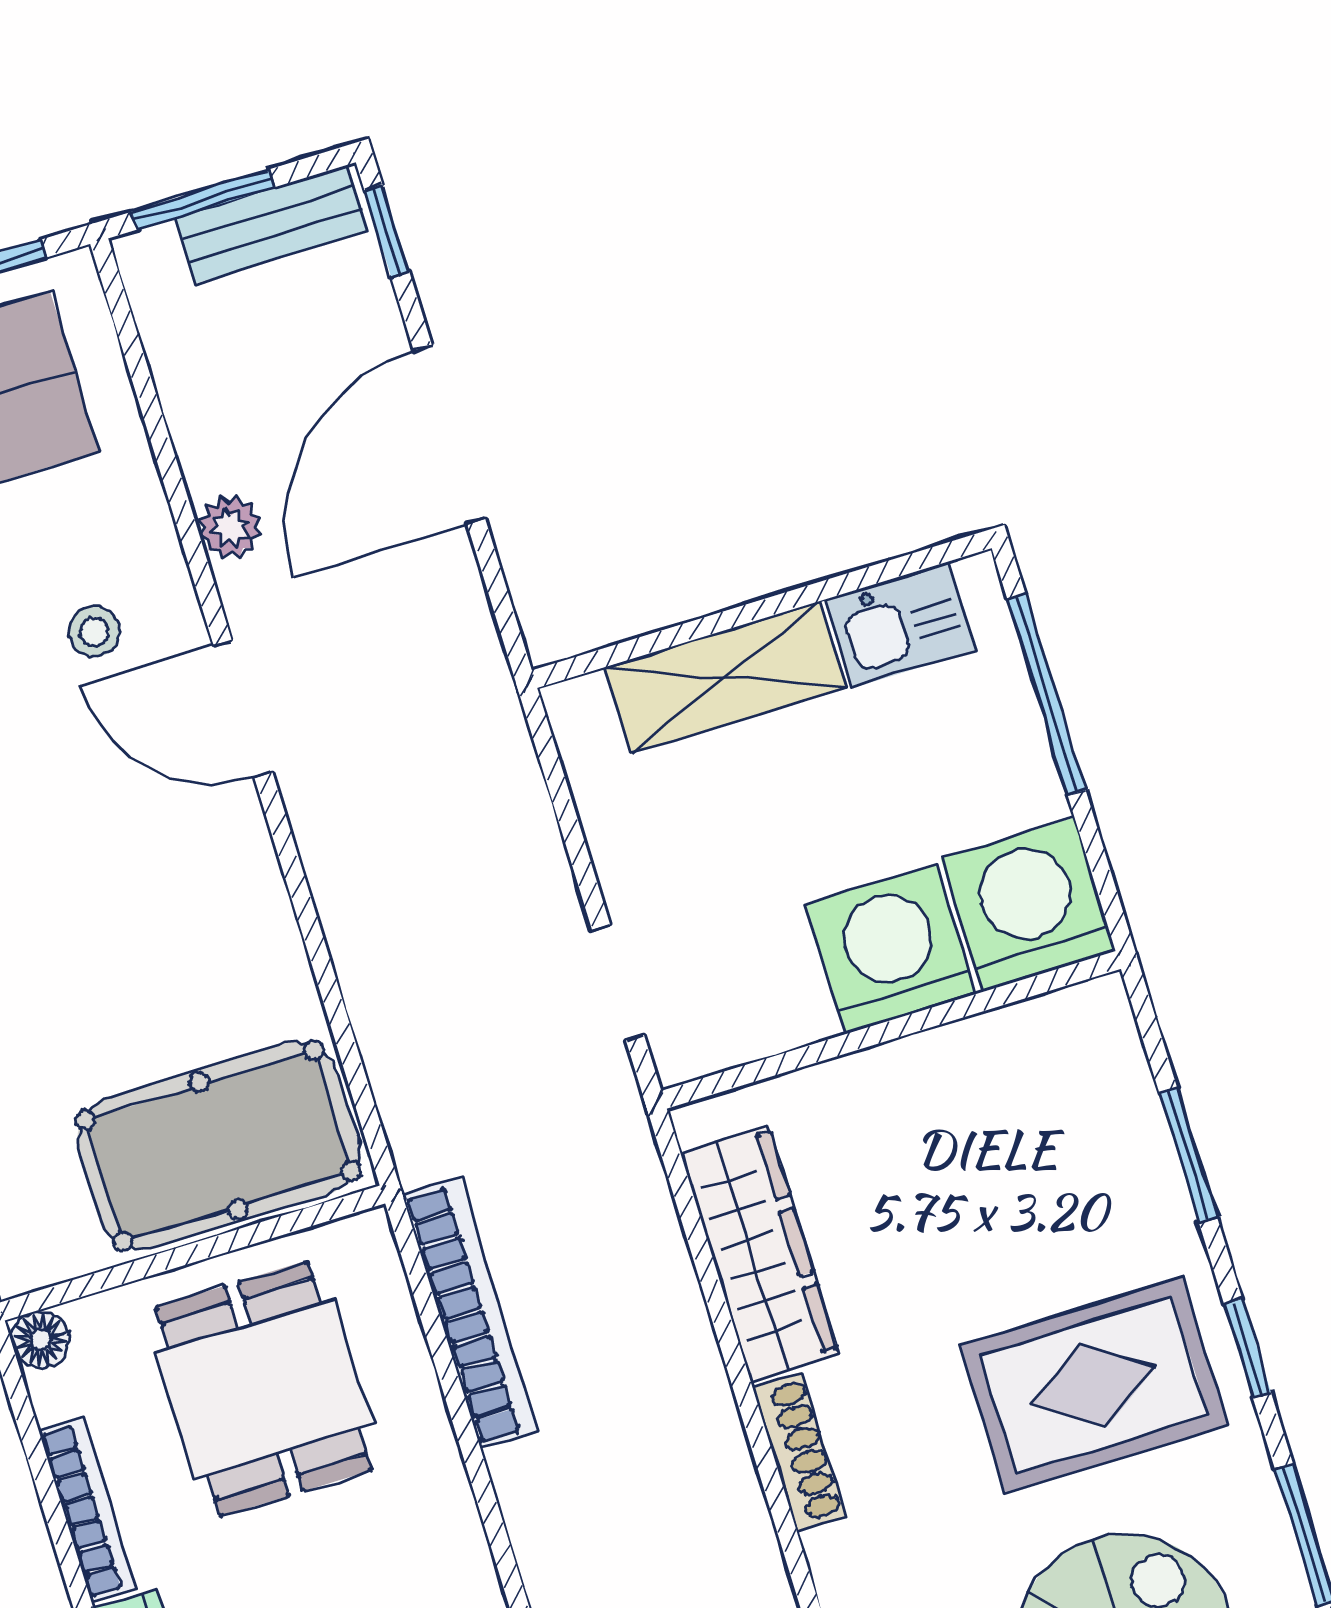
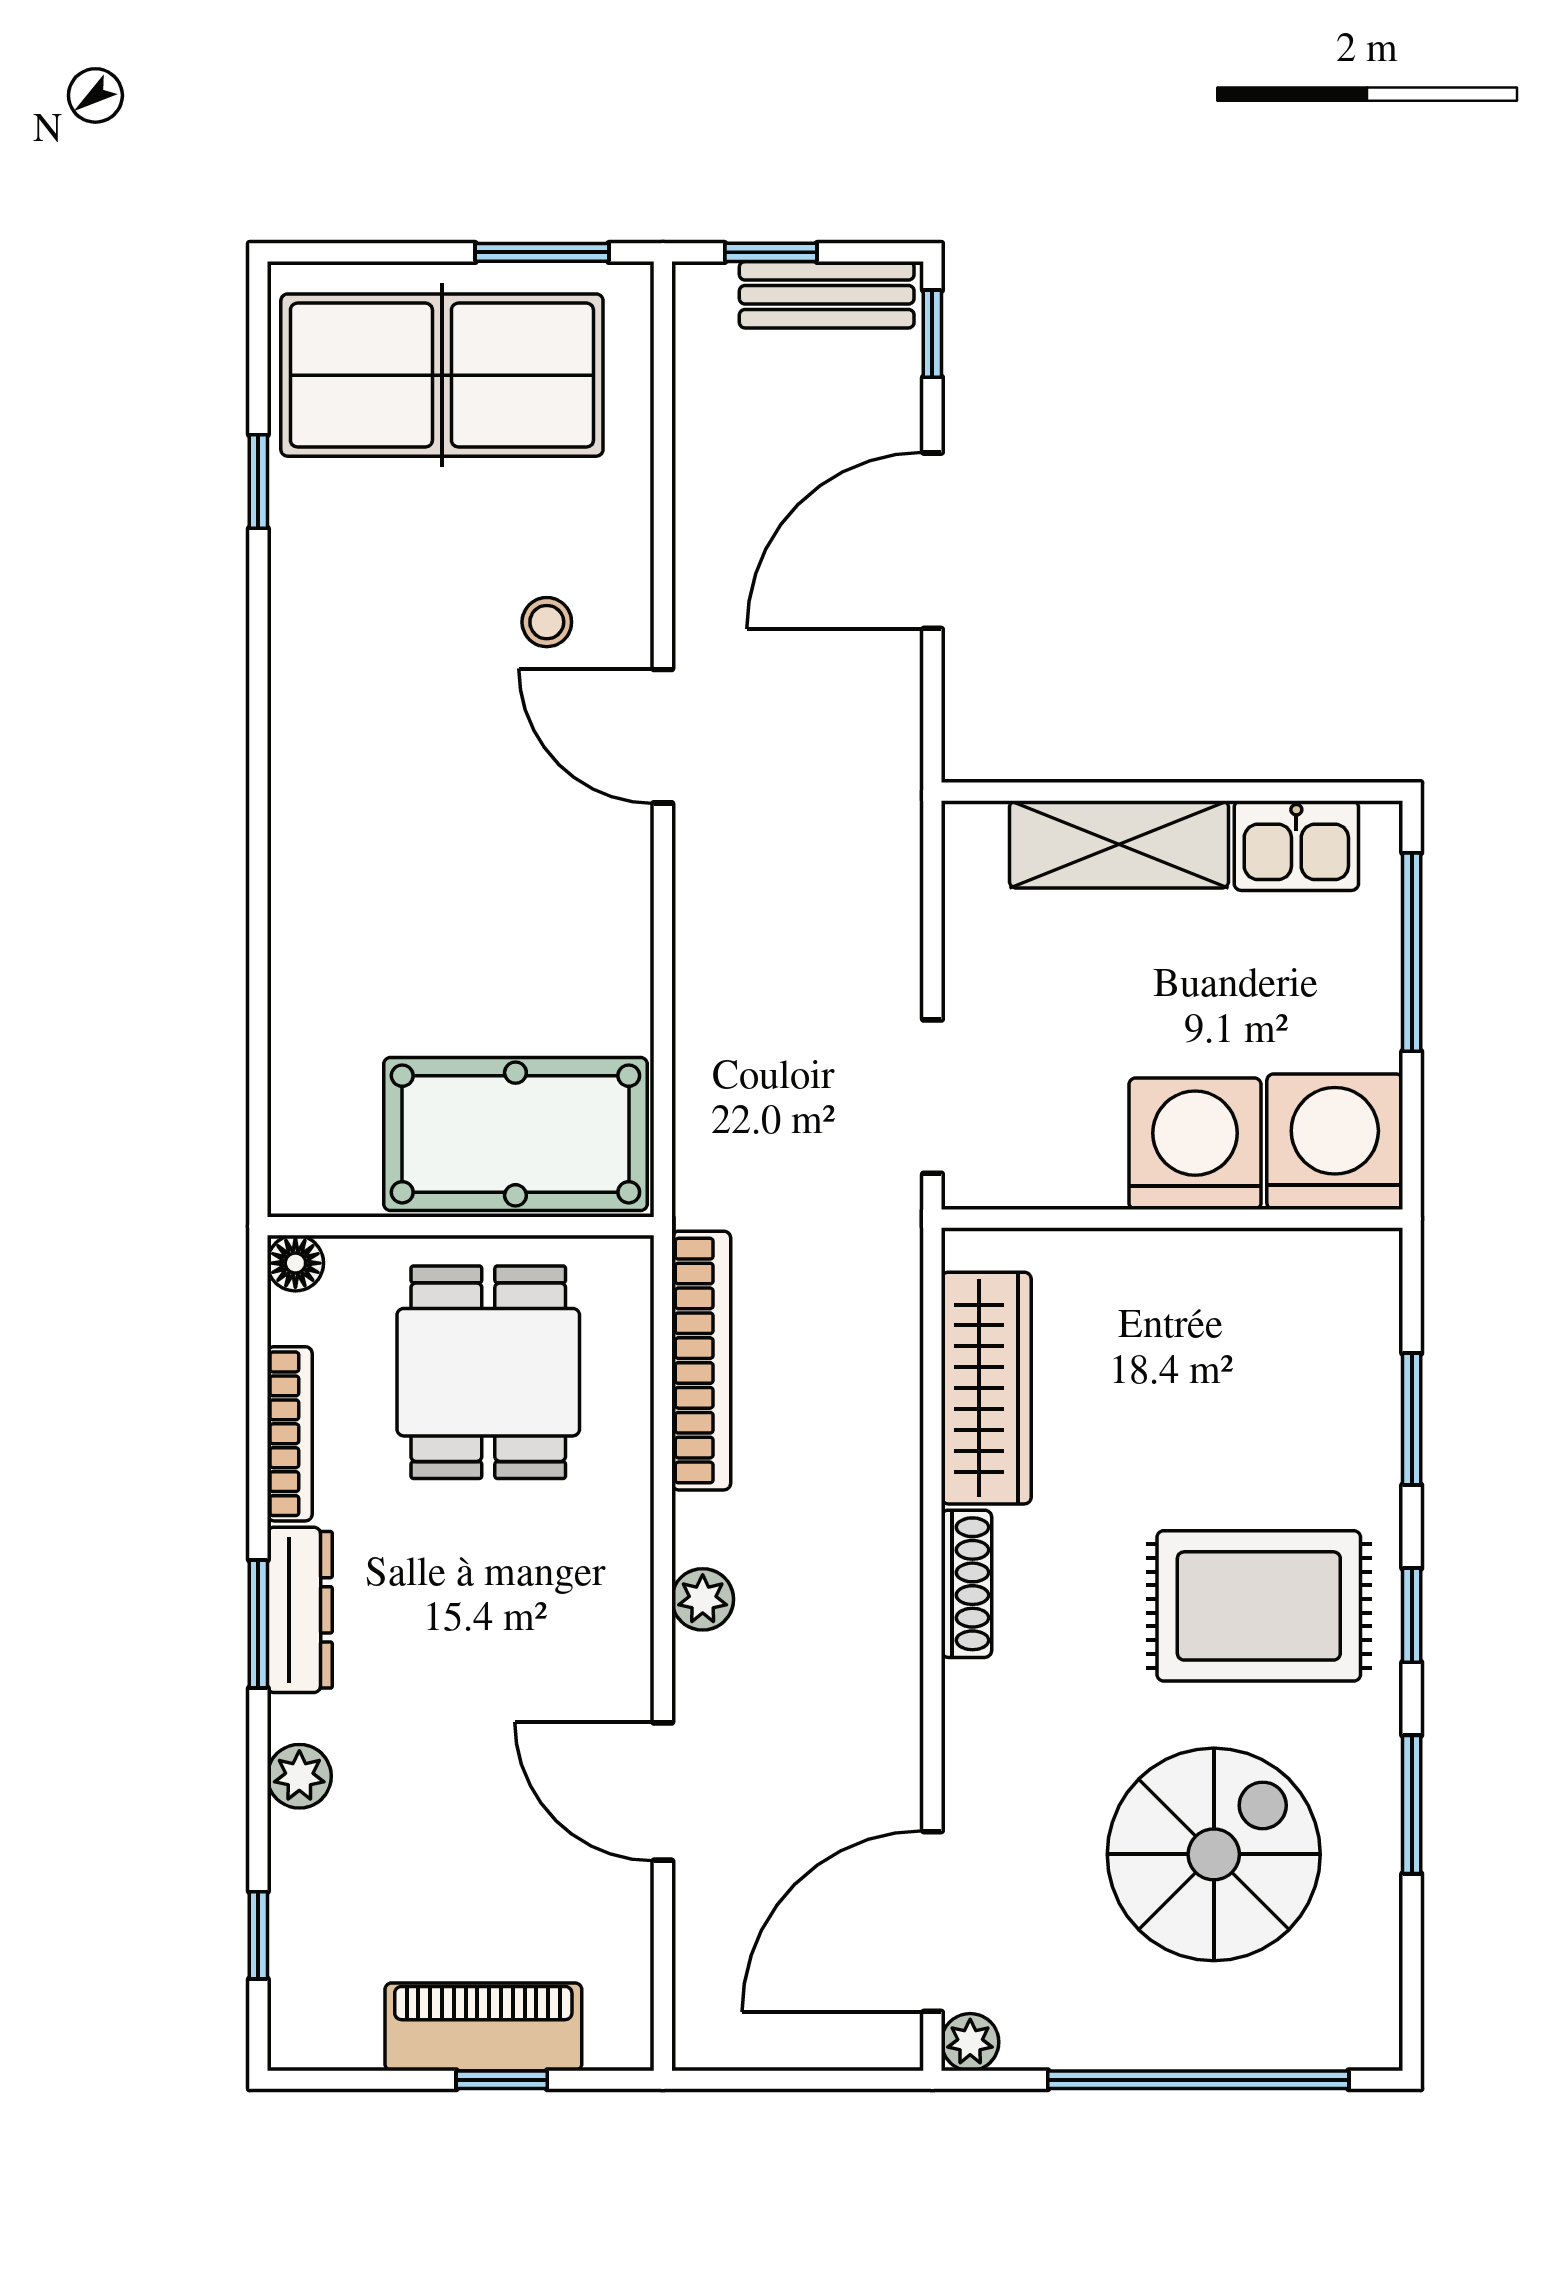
window: (203, 199) -> (771, 252), width x0.67
plant: (230, 527) -> (703, 1599), moved
doorway: (618, 982) -> (932, 1097), width x1.38

